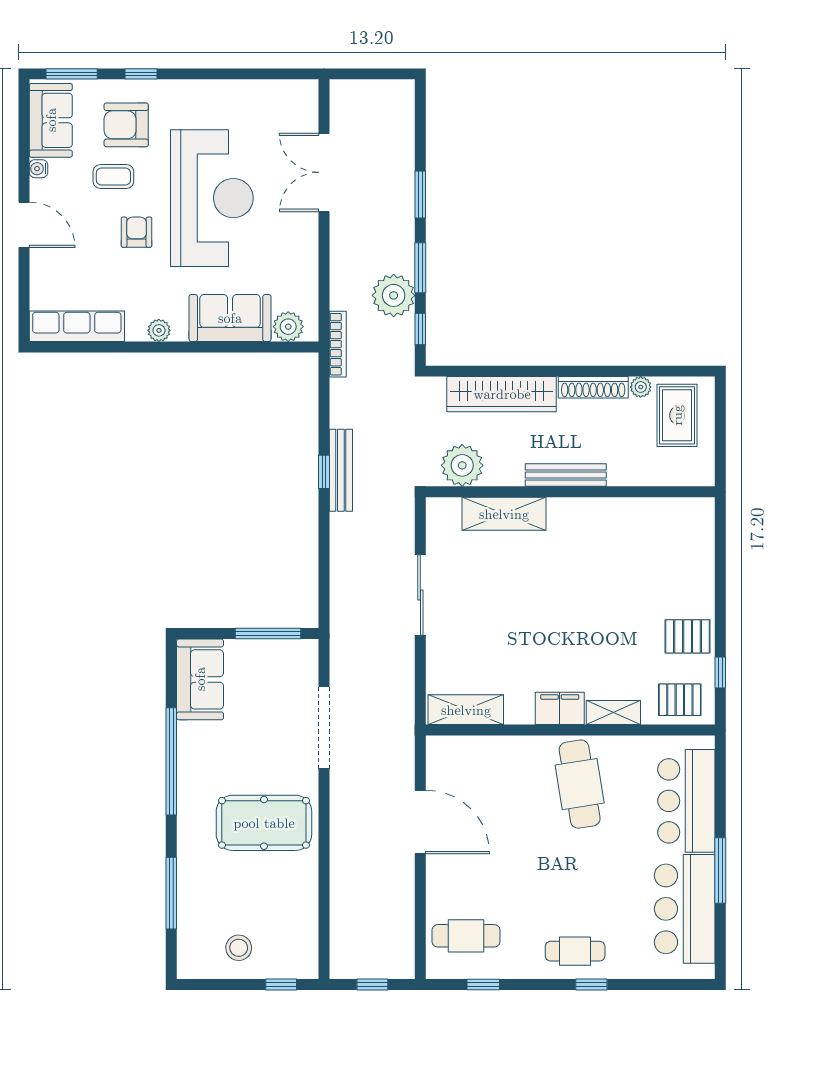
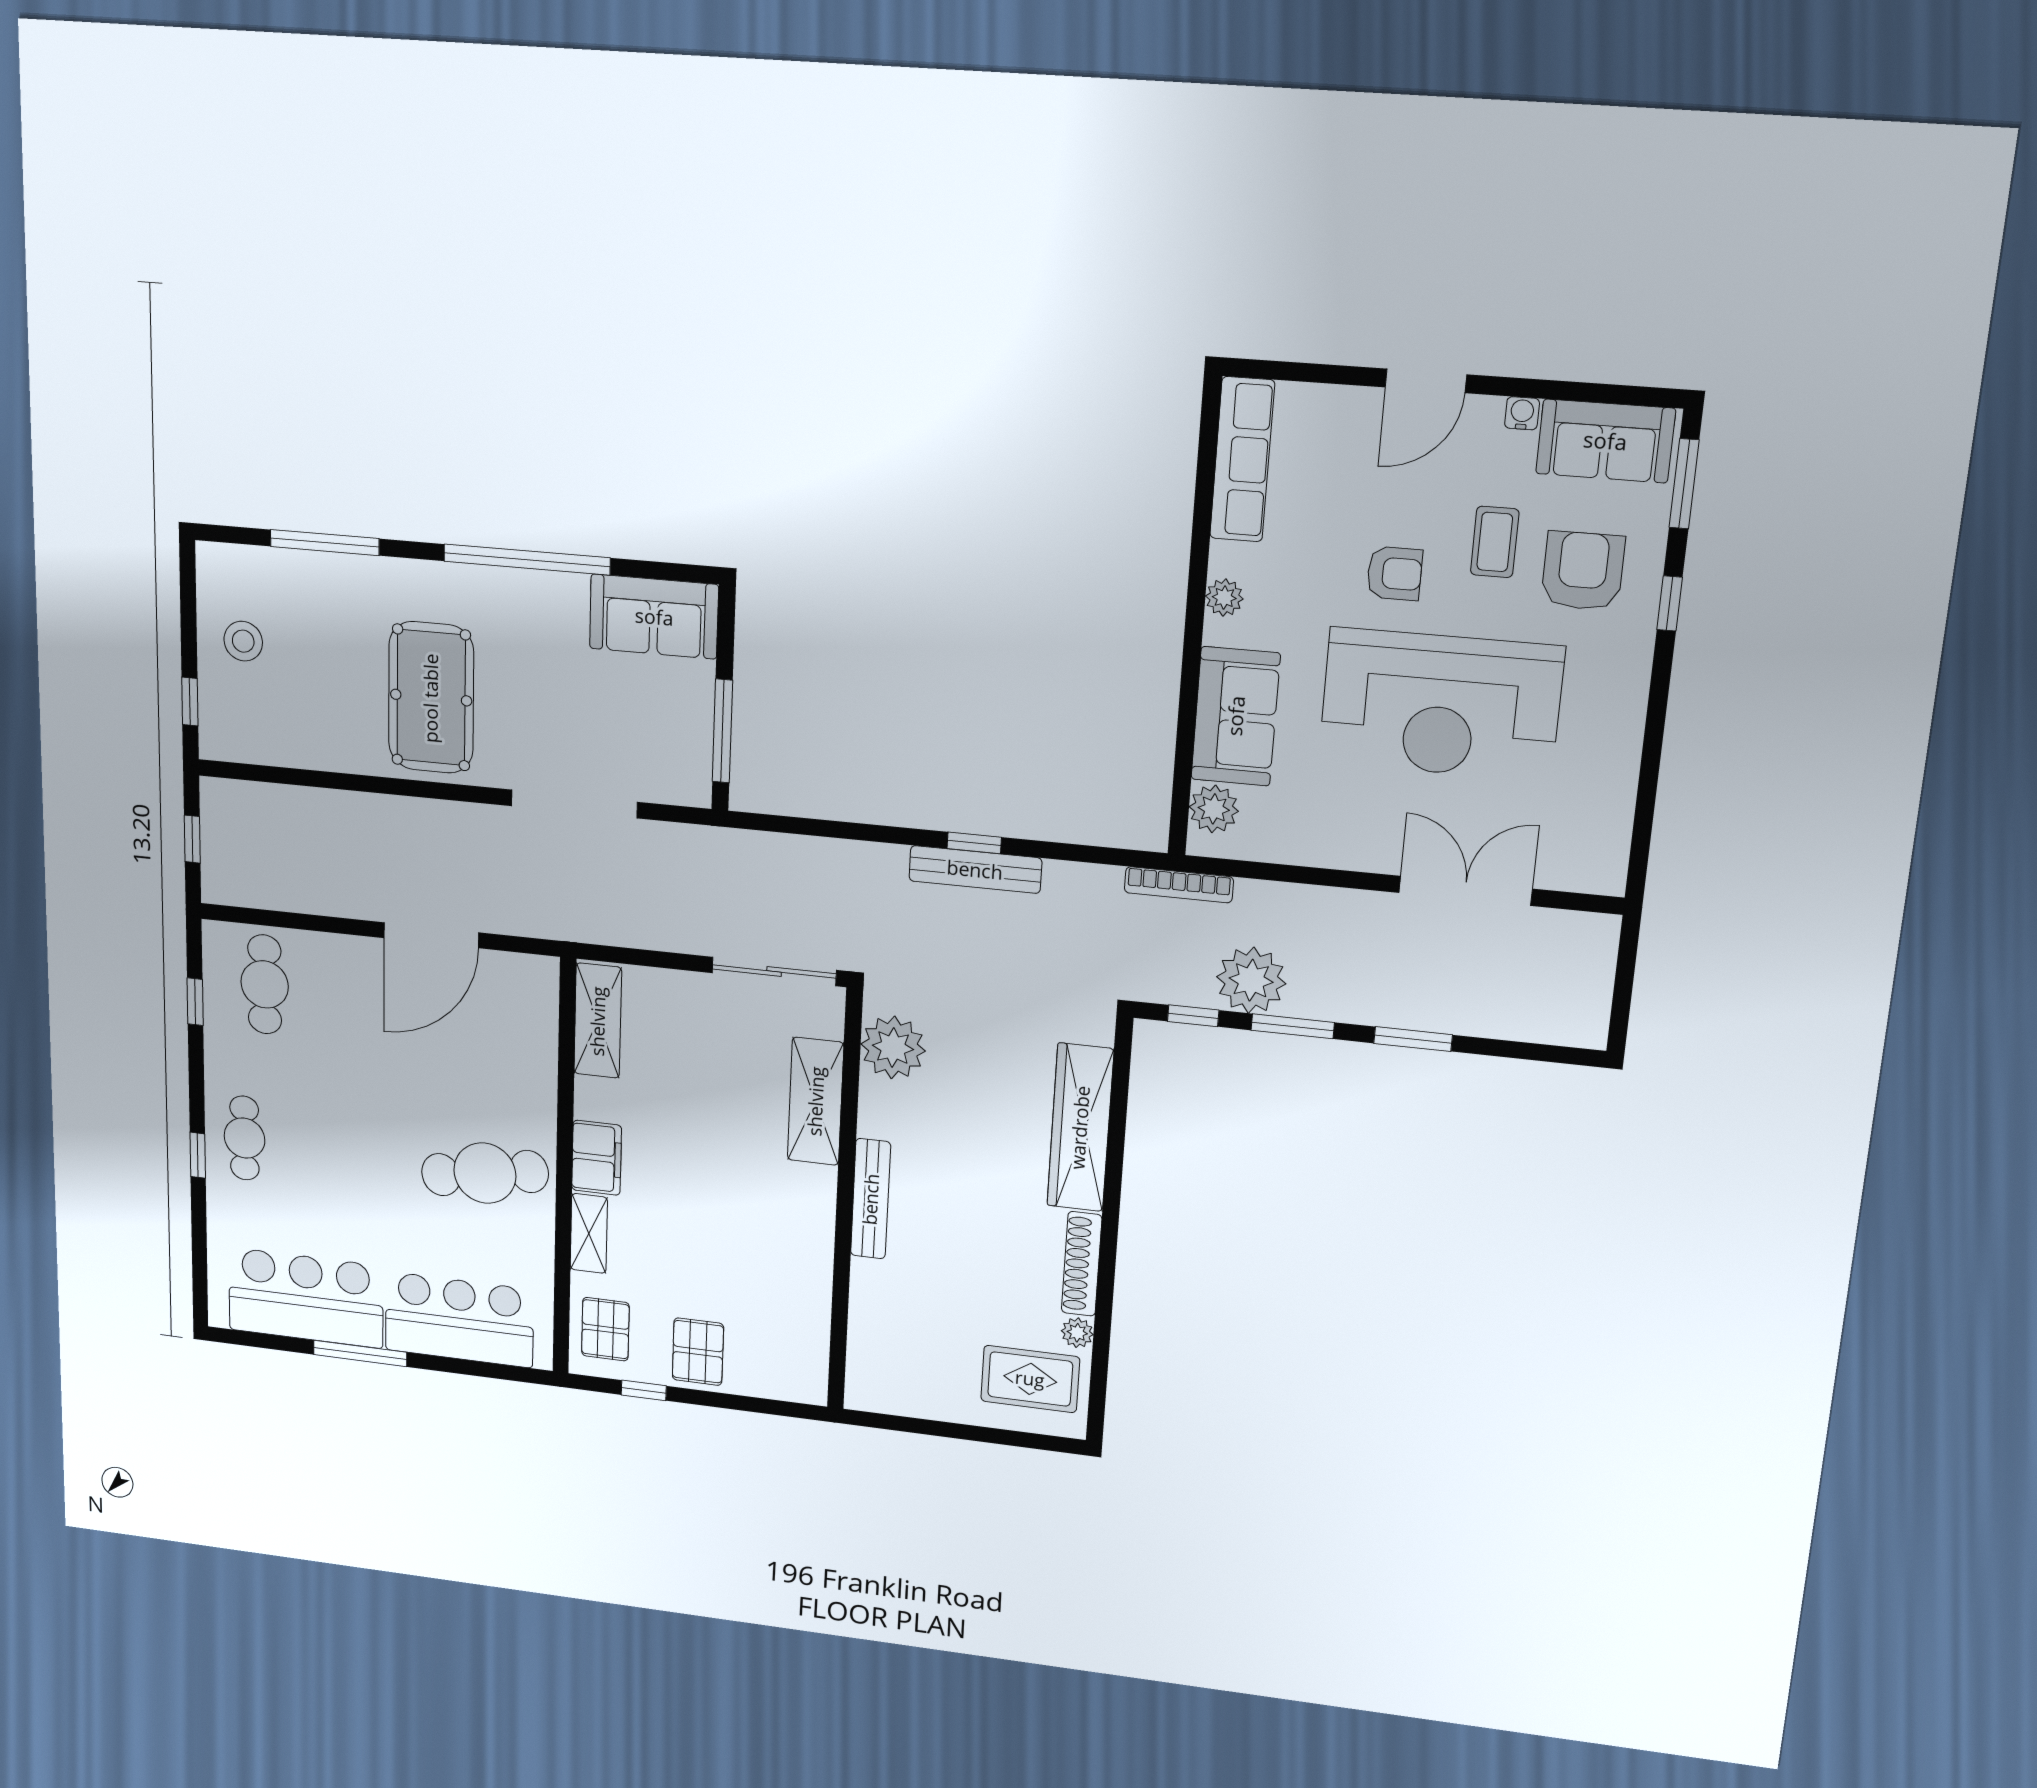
plant: (462, 465) -> (893, 1047), moved
bench: (566, 475) -> (871, 1199), moved
wall: (570, 492) -> (845, 1202), moved
shelving: (504, 514) -> (816, 1101), moved

